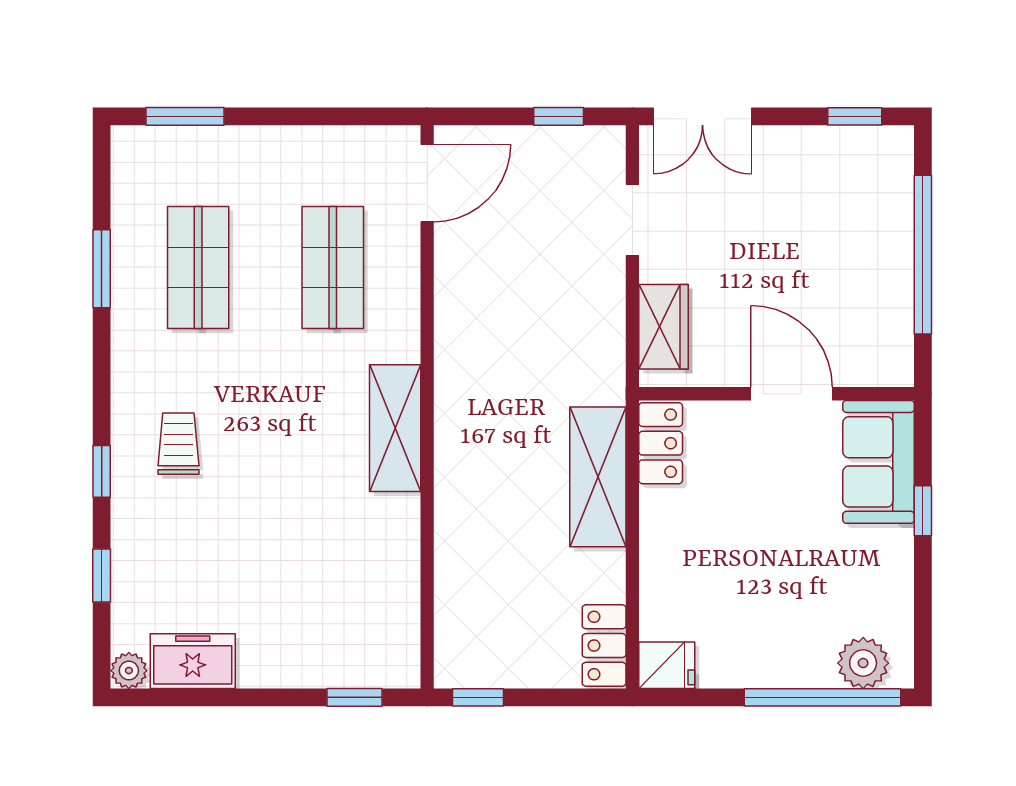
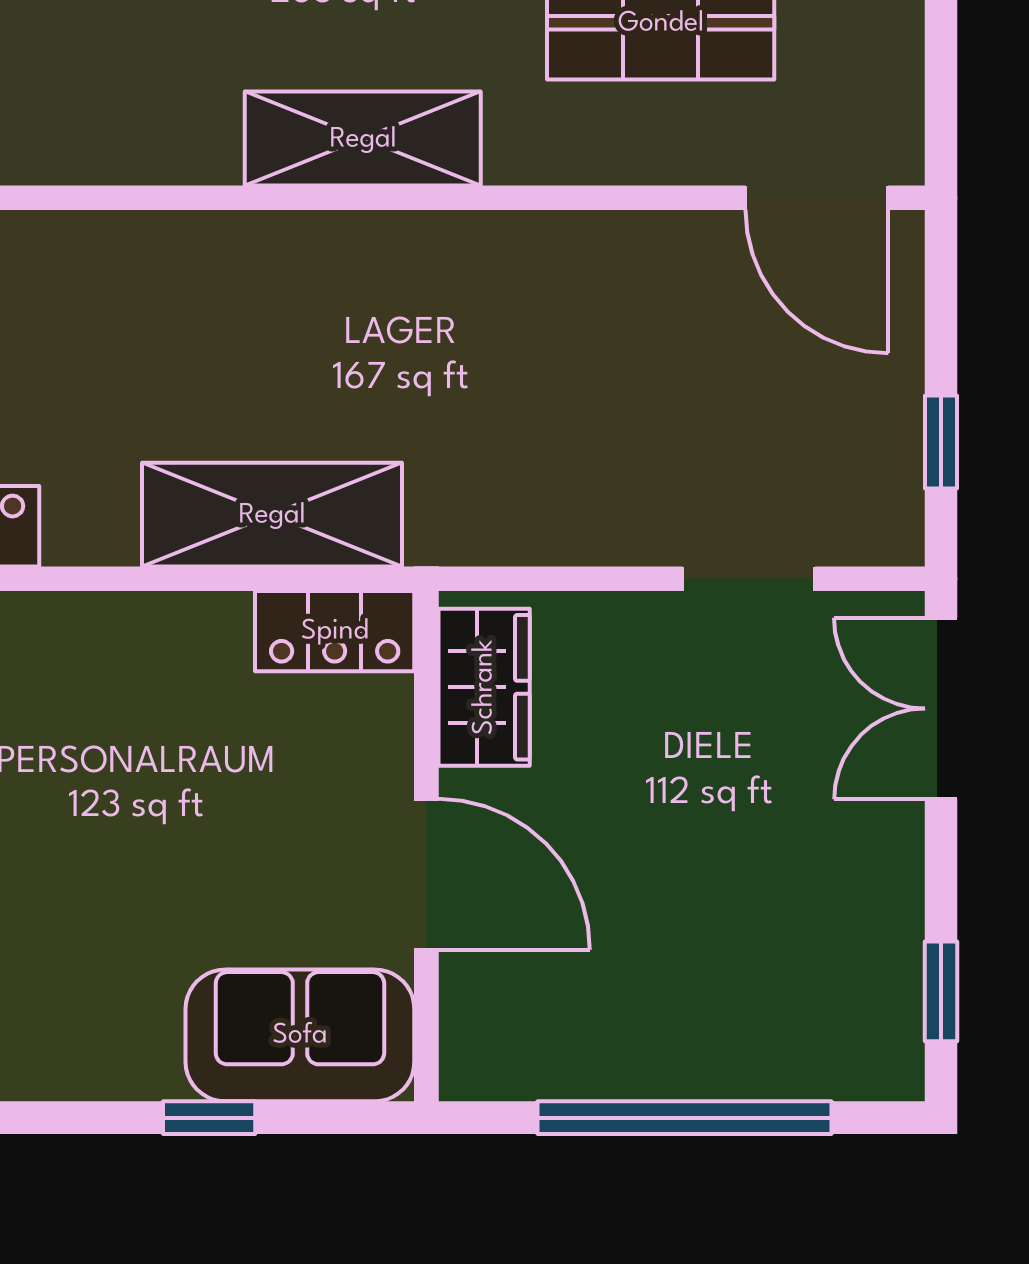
wardrobe: (664, 327) -> (484, 687), moved, turned -90
door: (792, 394) -> (426, 874), hinge flipped

